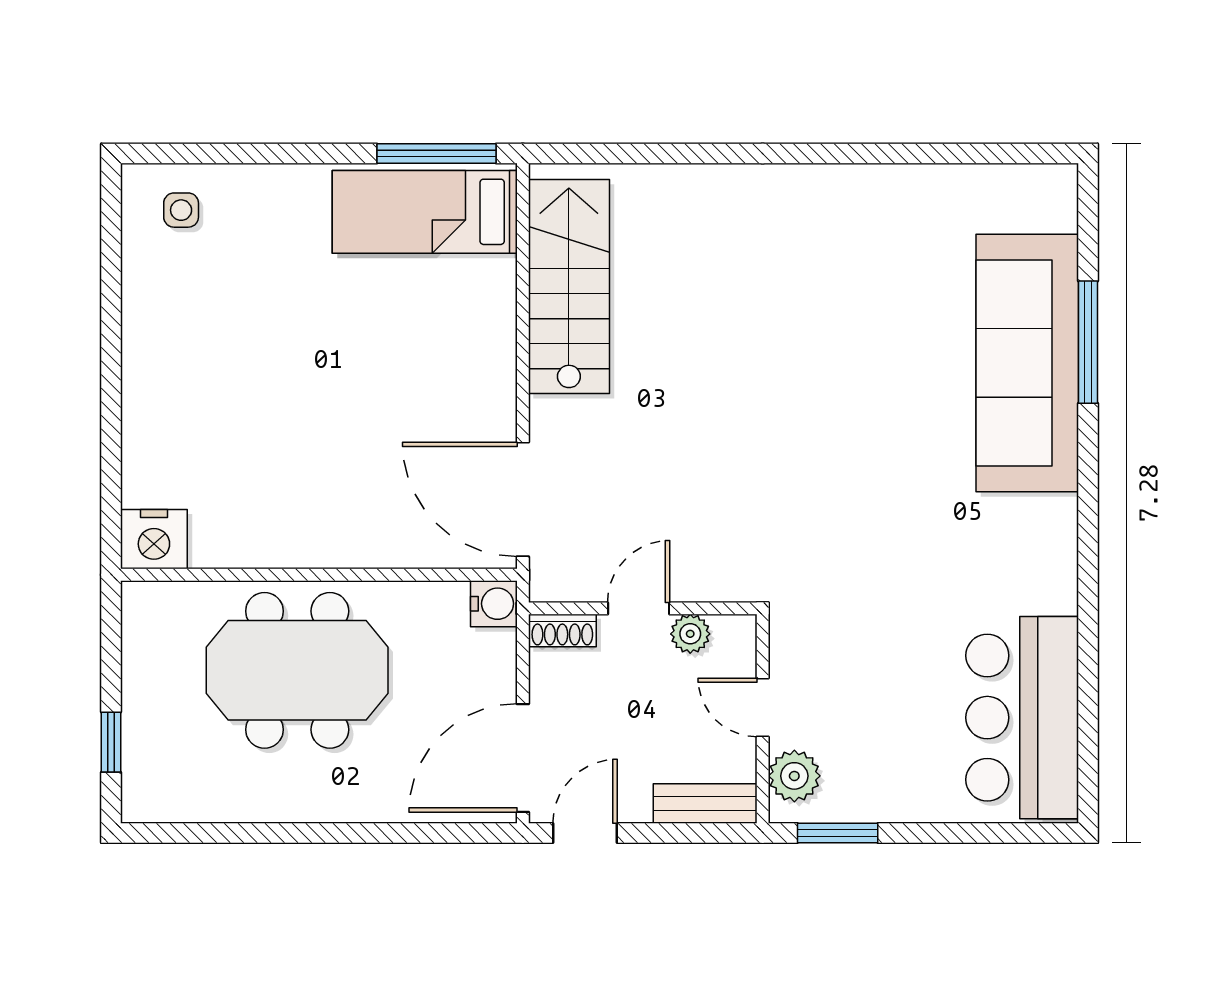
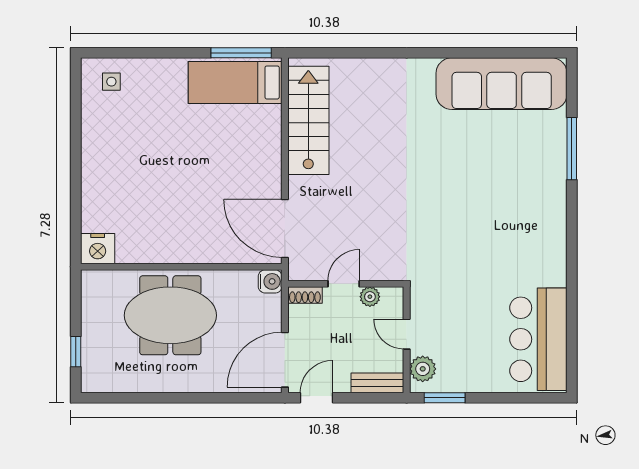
sofa: (1027, 363) -> (502, 84), moved, turned -90

